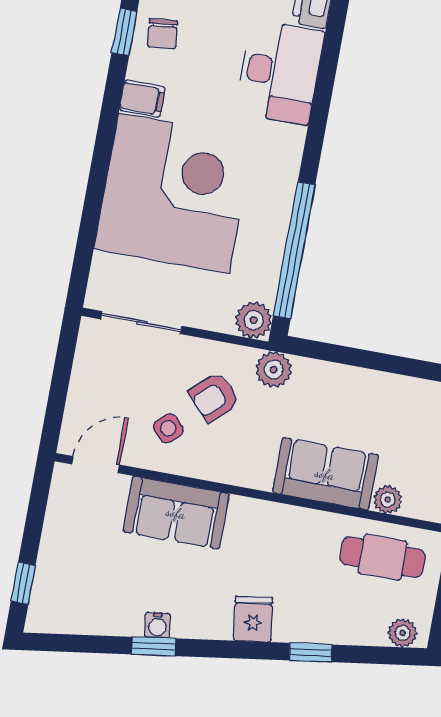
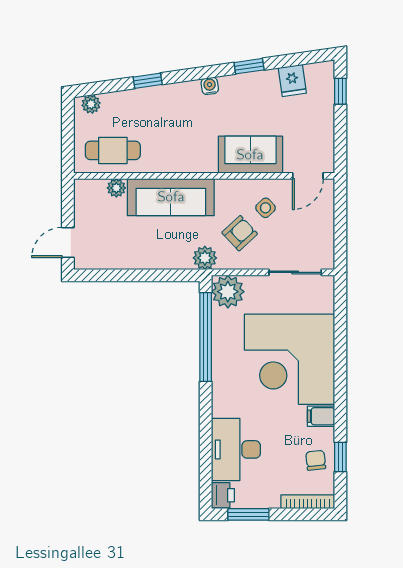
plant: (254, 320) -> (228, 292), width x1.36, depth x1.36
sofa: (325, 474) -> (171, 197), width x1.36
fridge: (253, 619) -> (292, 80), moved
water cooler: (157, 625) -> (210, 86), moved

